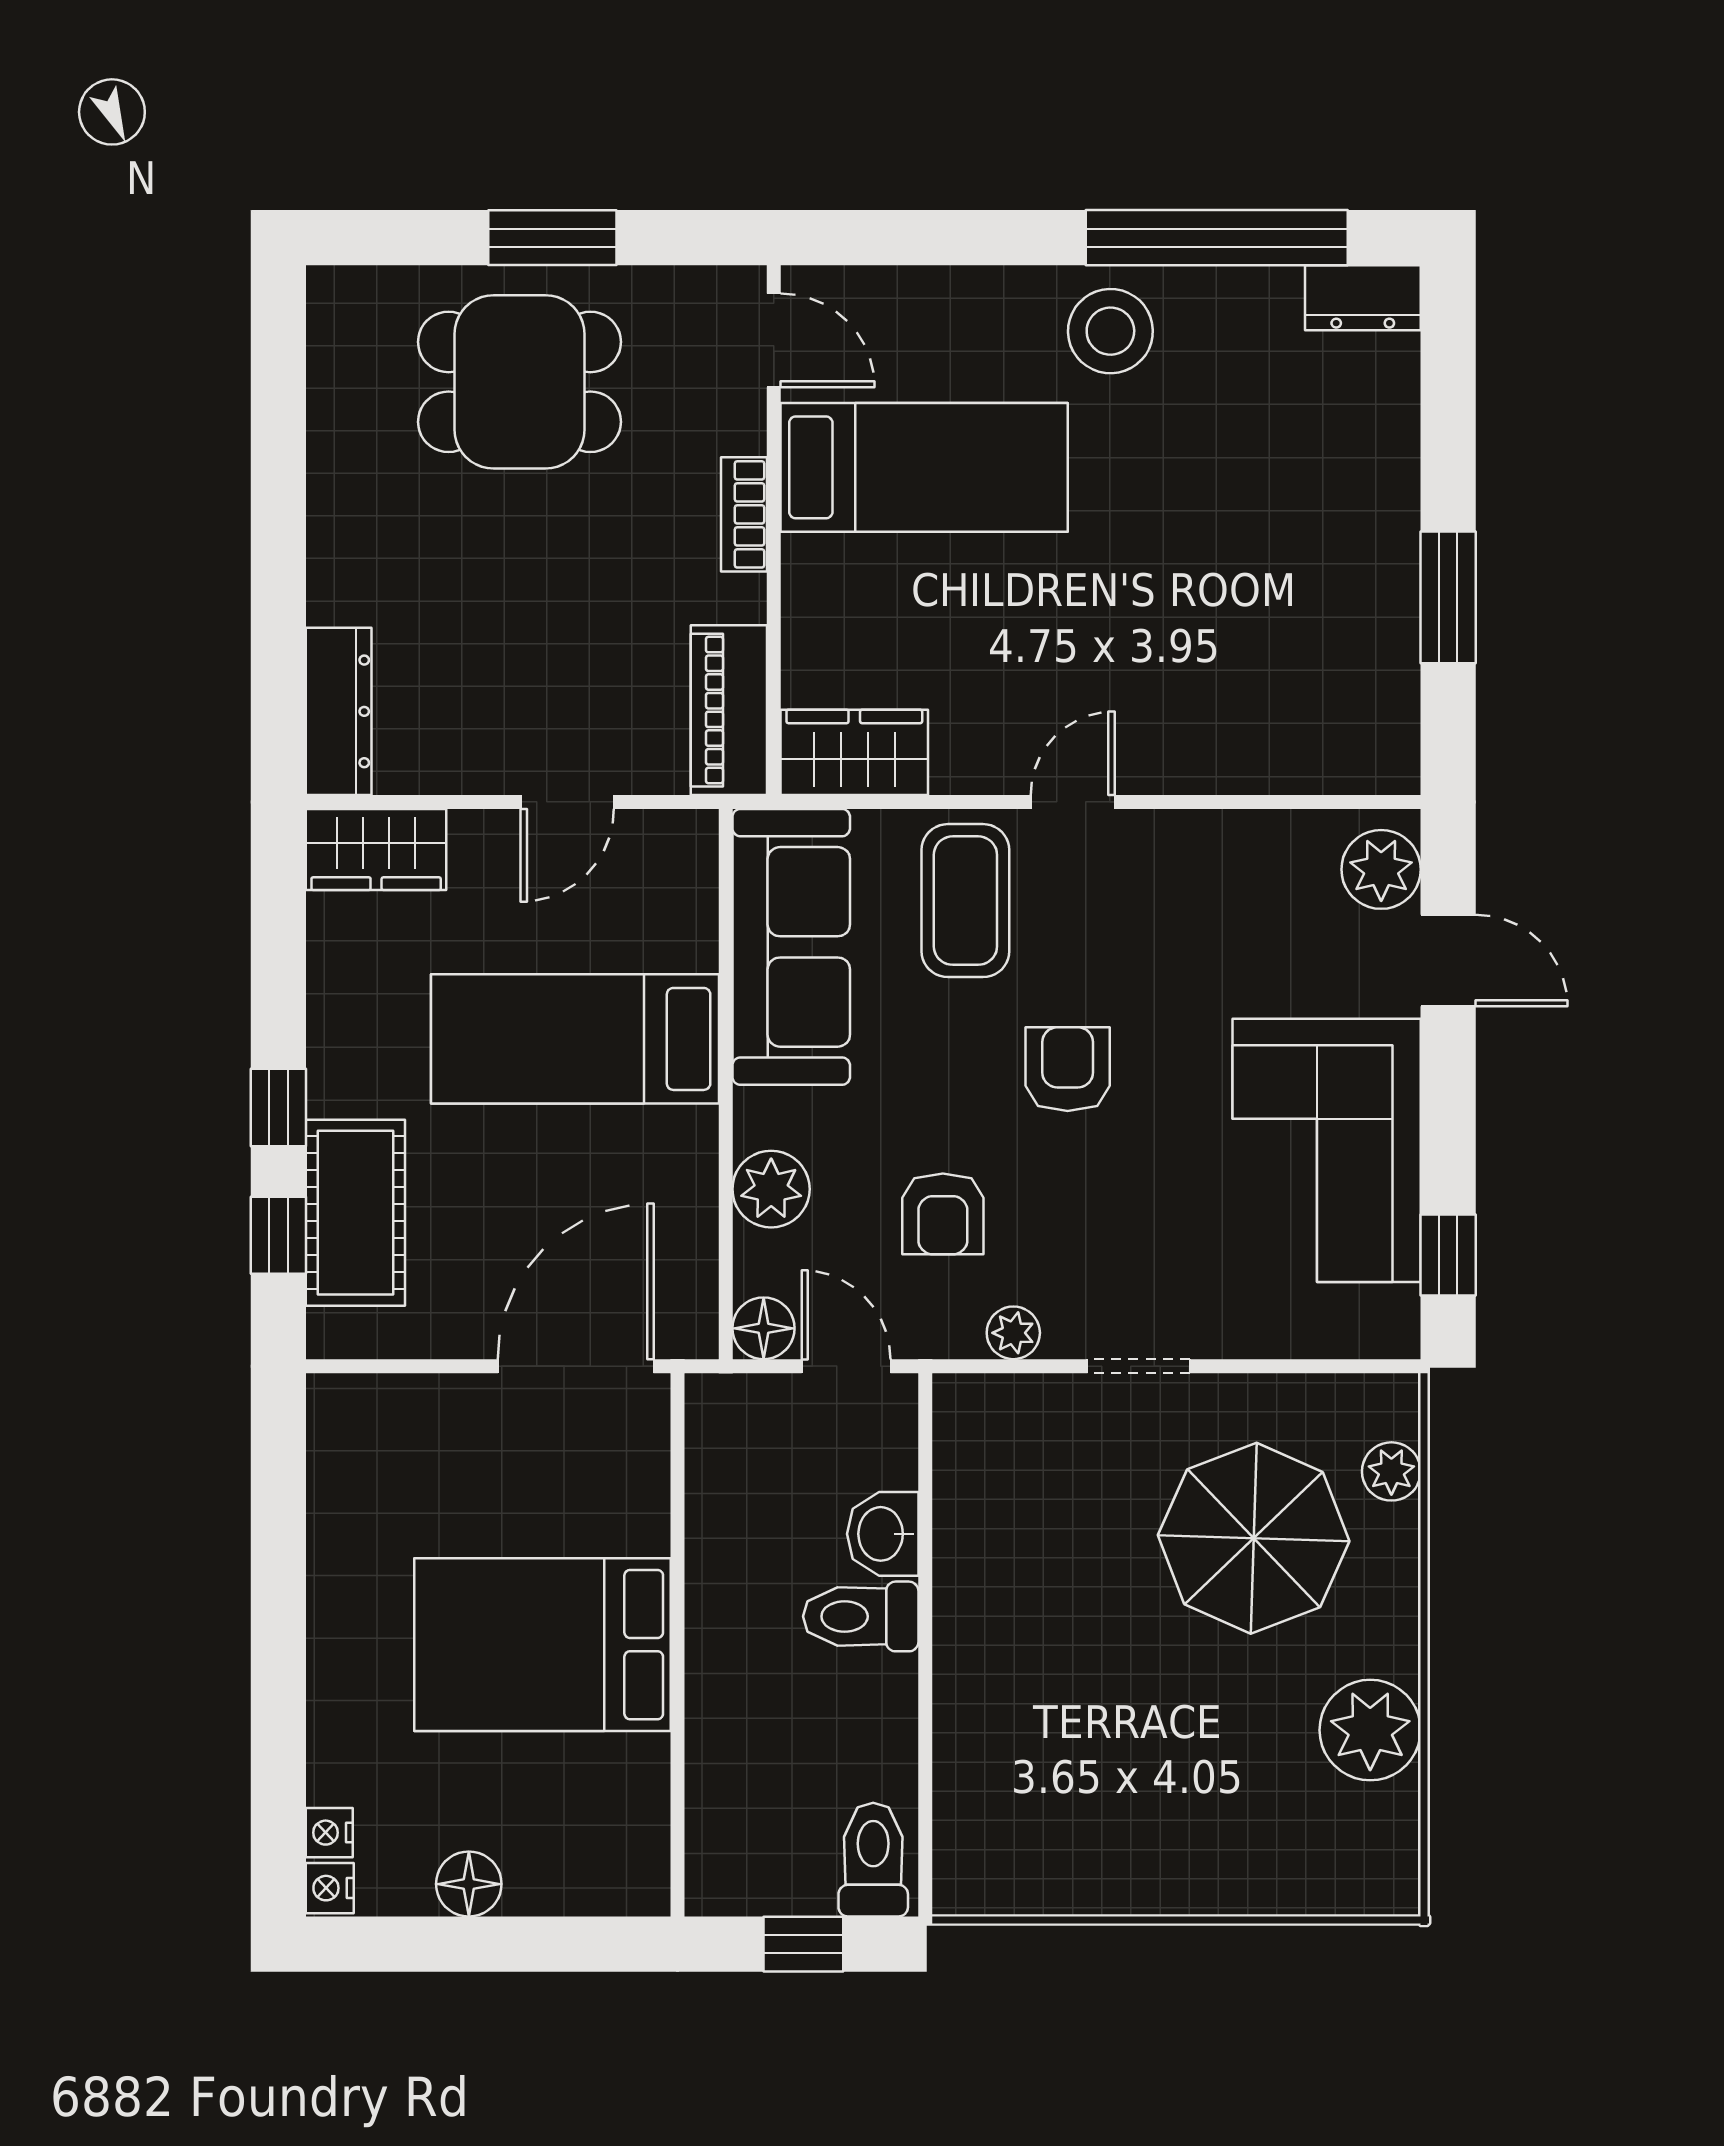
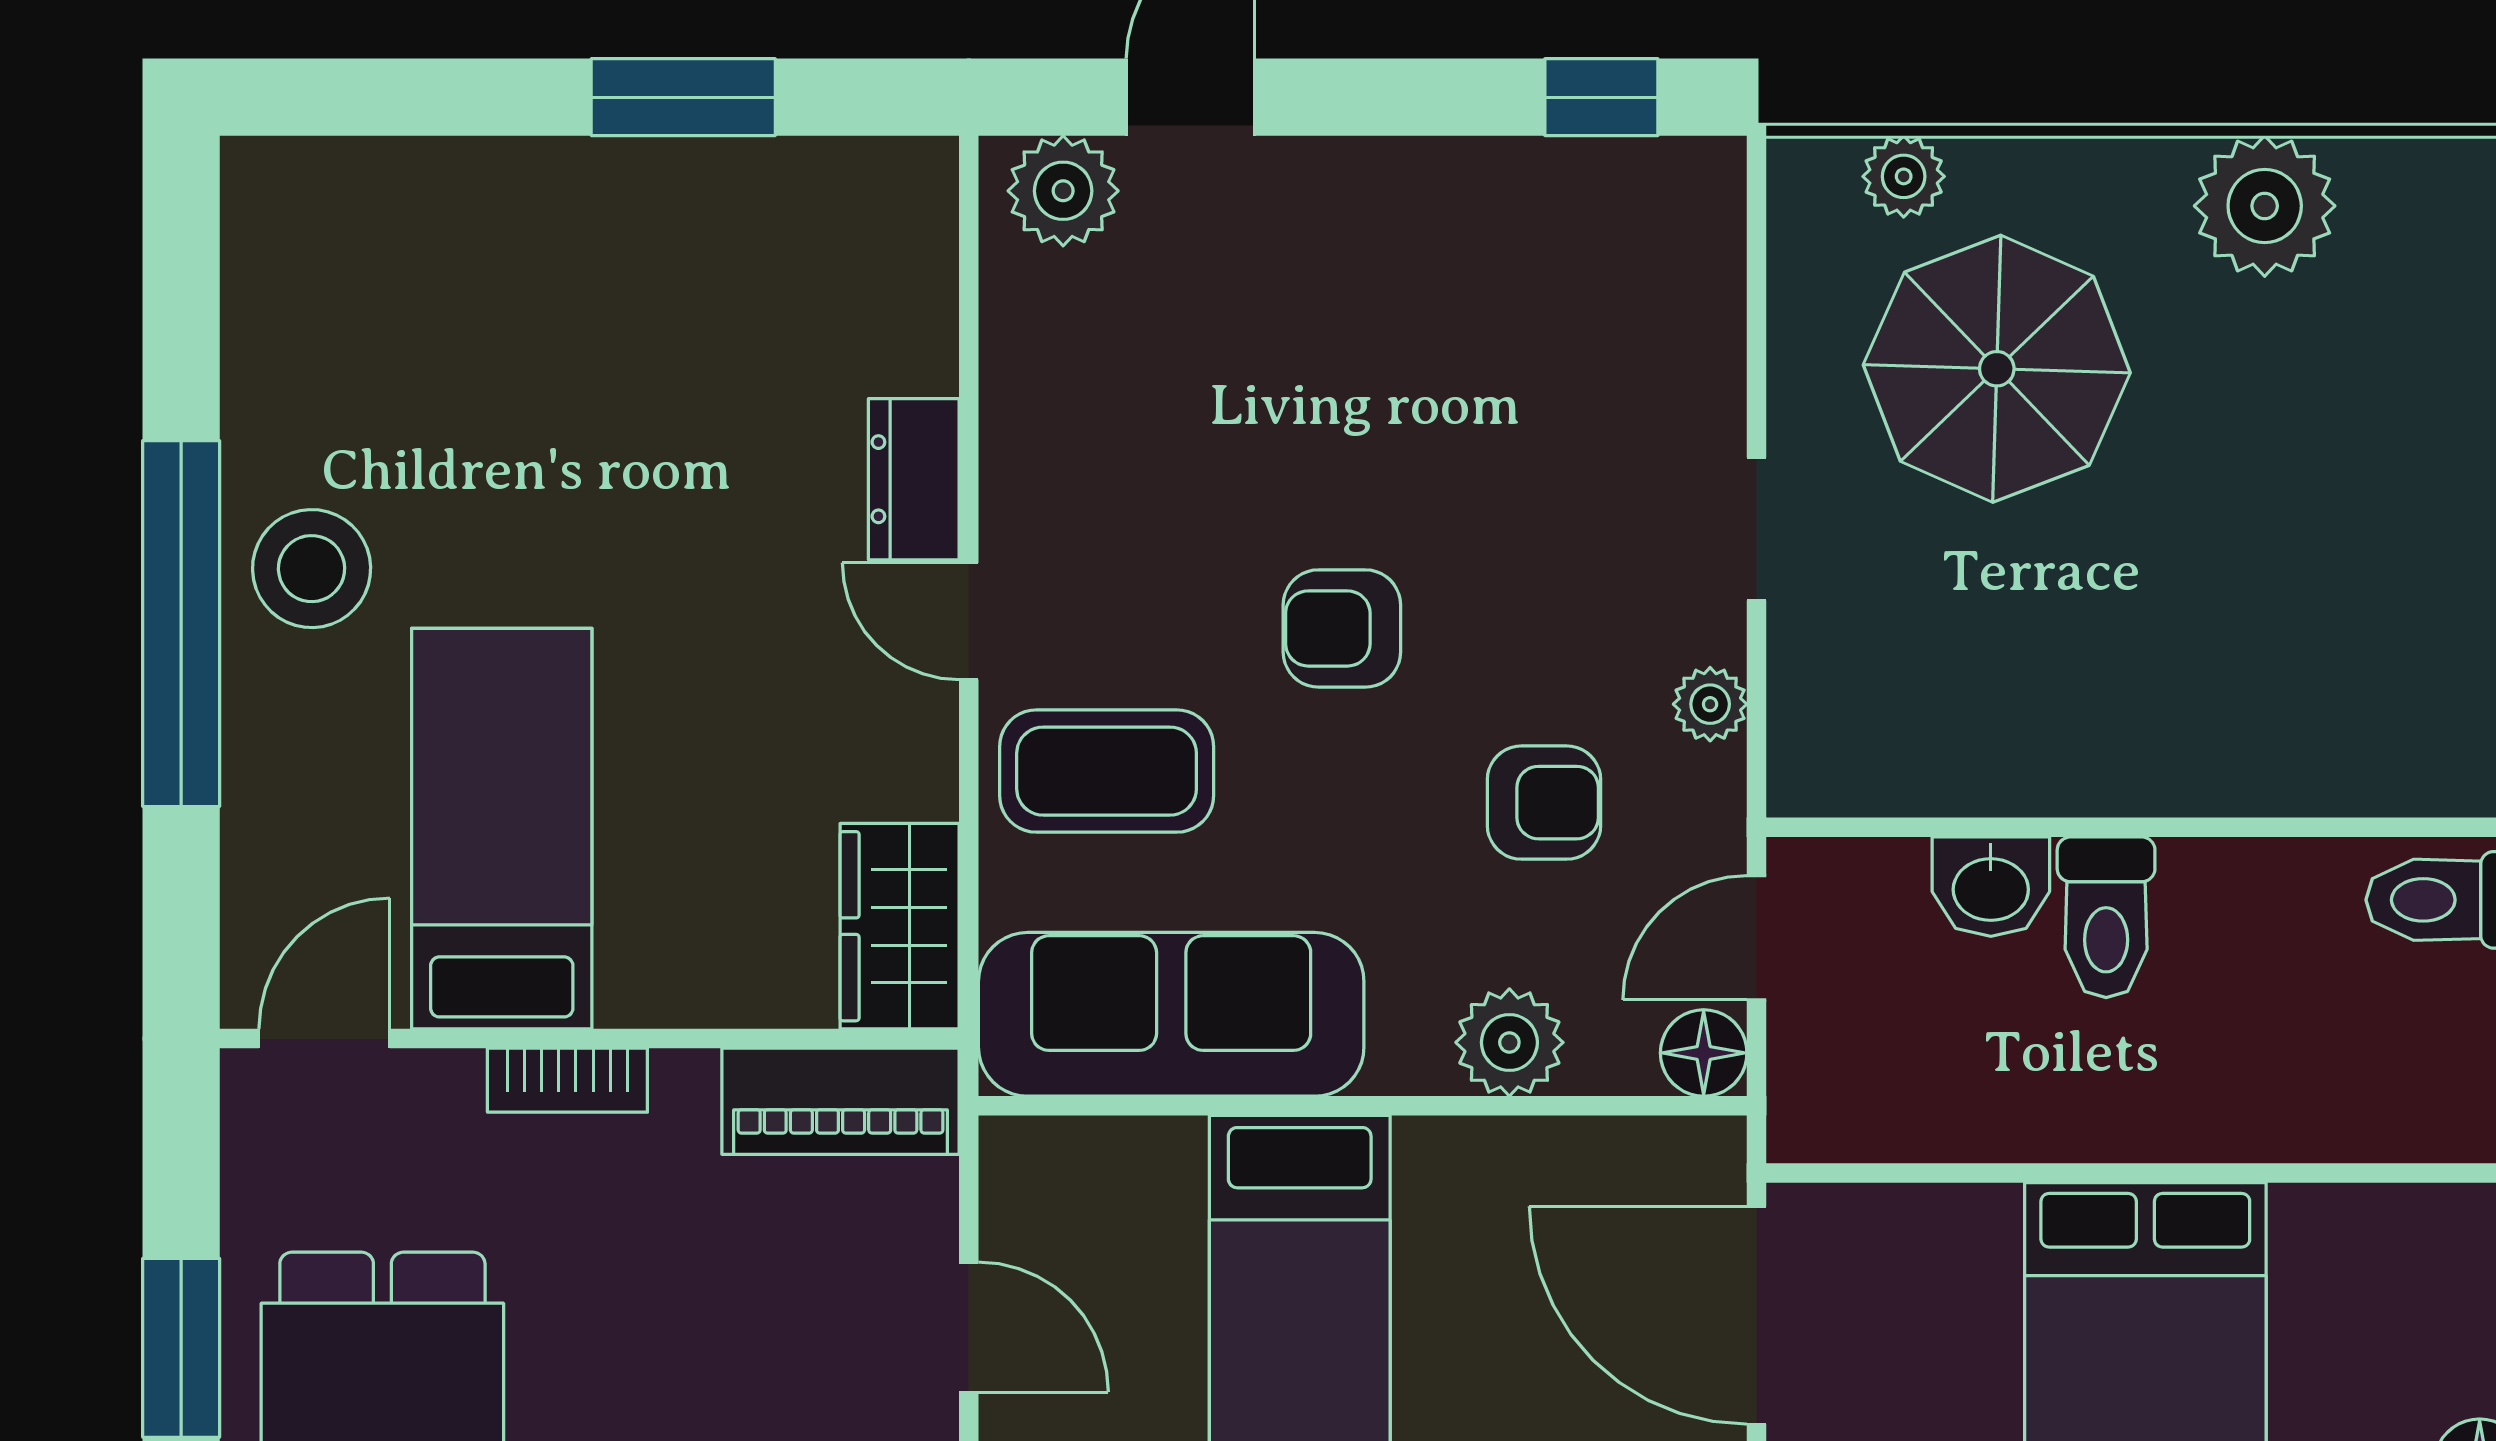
window: (1217, 238) -> (181, 624), moved
dresser: (1363, 298) -> (914, 479), moved, turned 180
corner sofa: (1327, 1150) -> (1455, 267), removed

